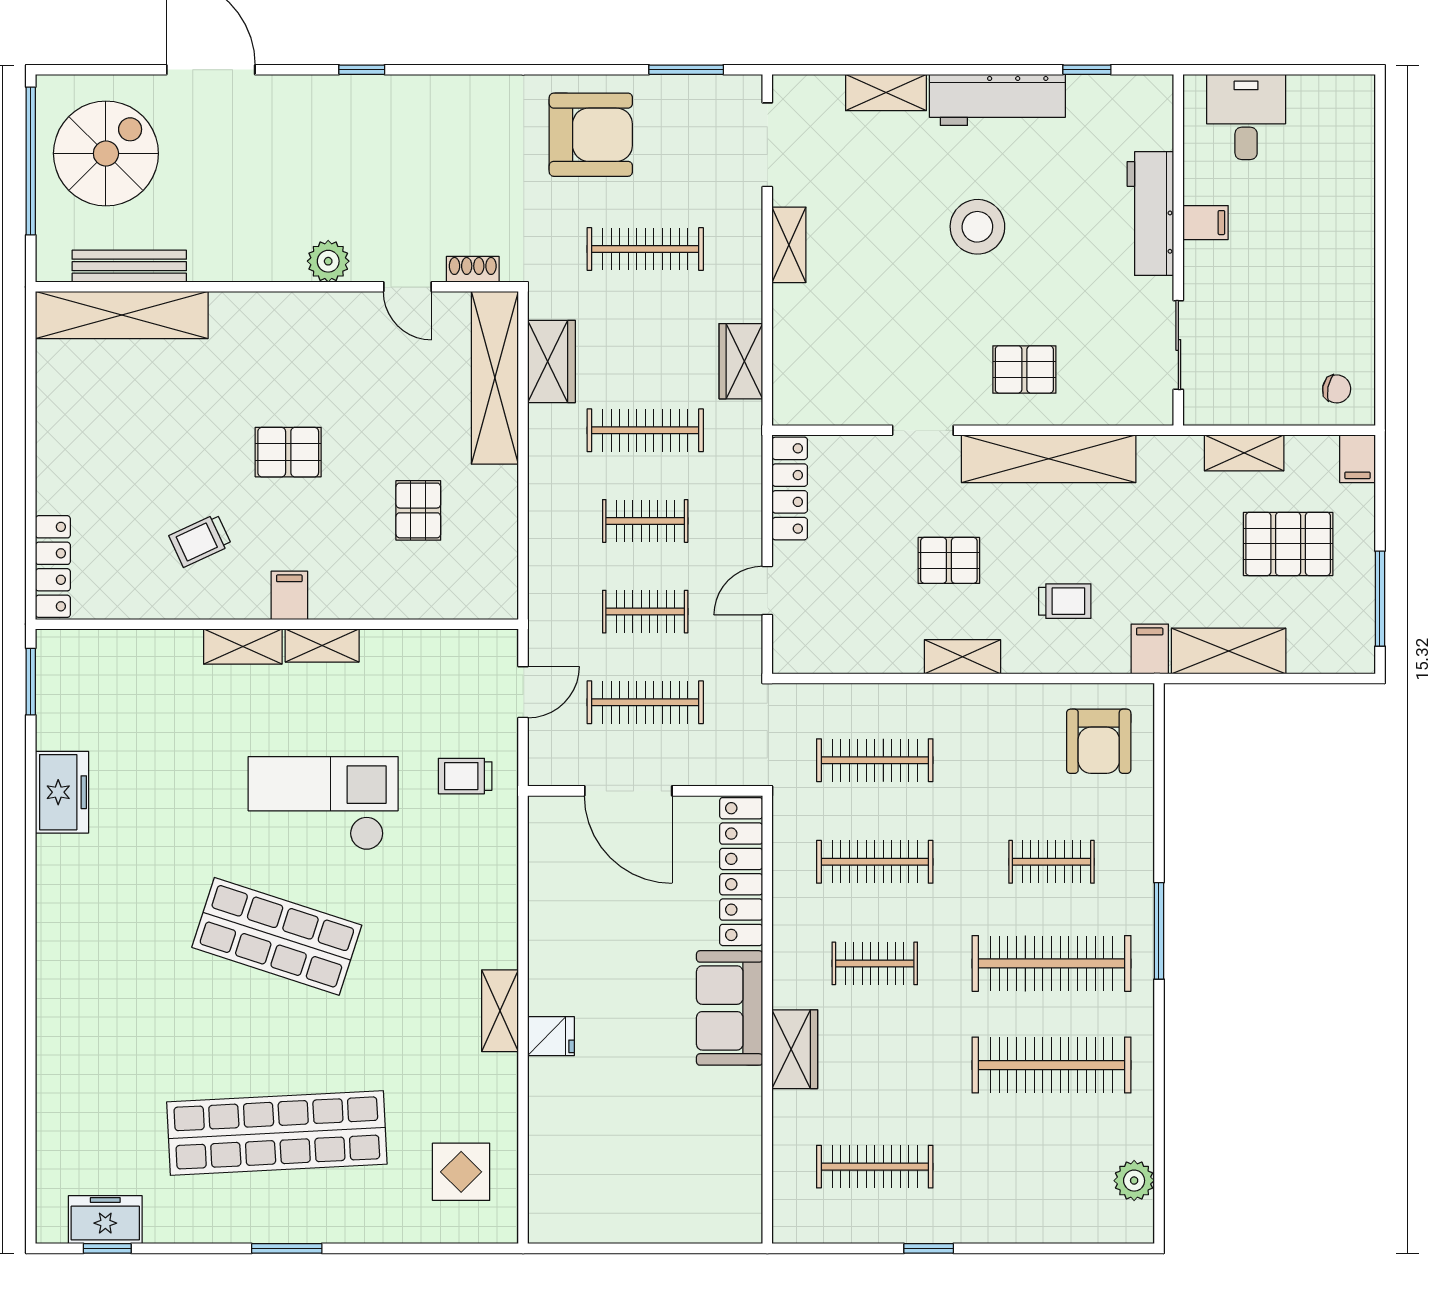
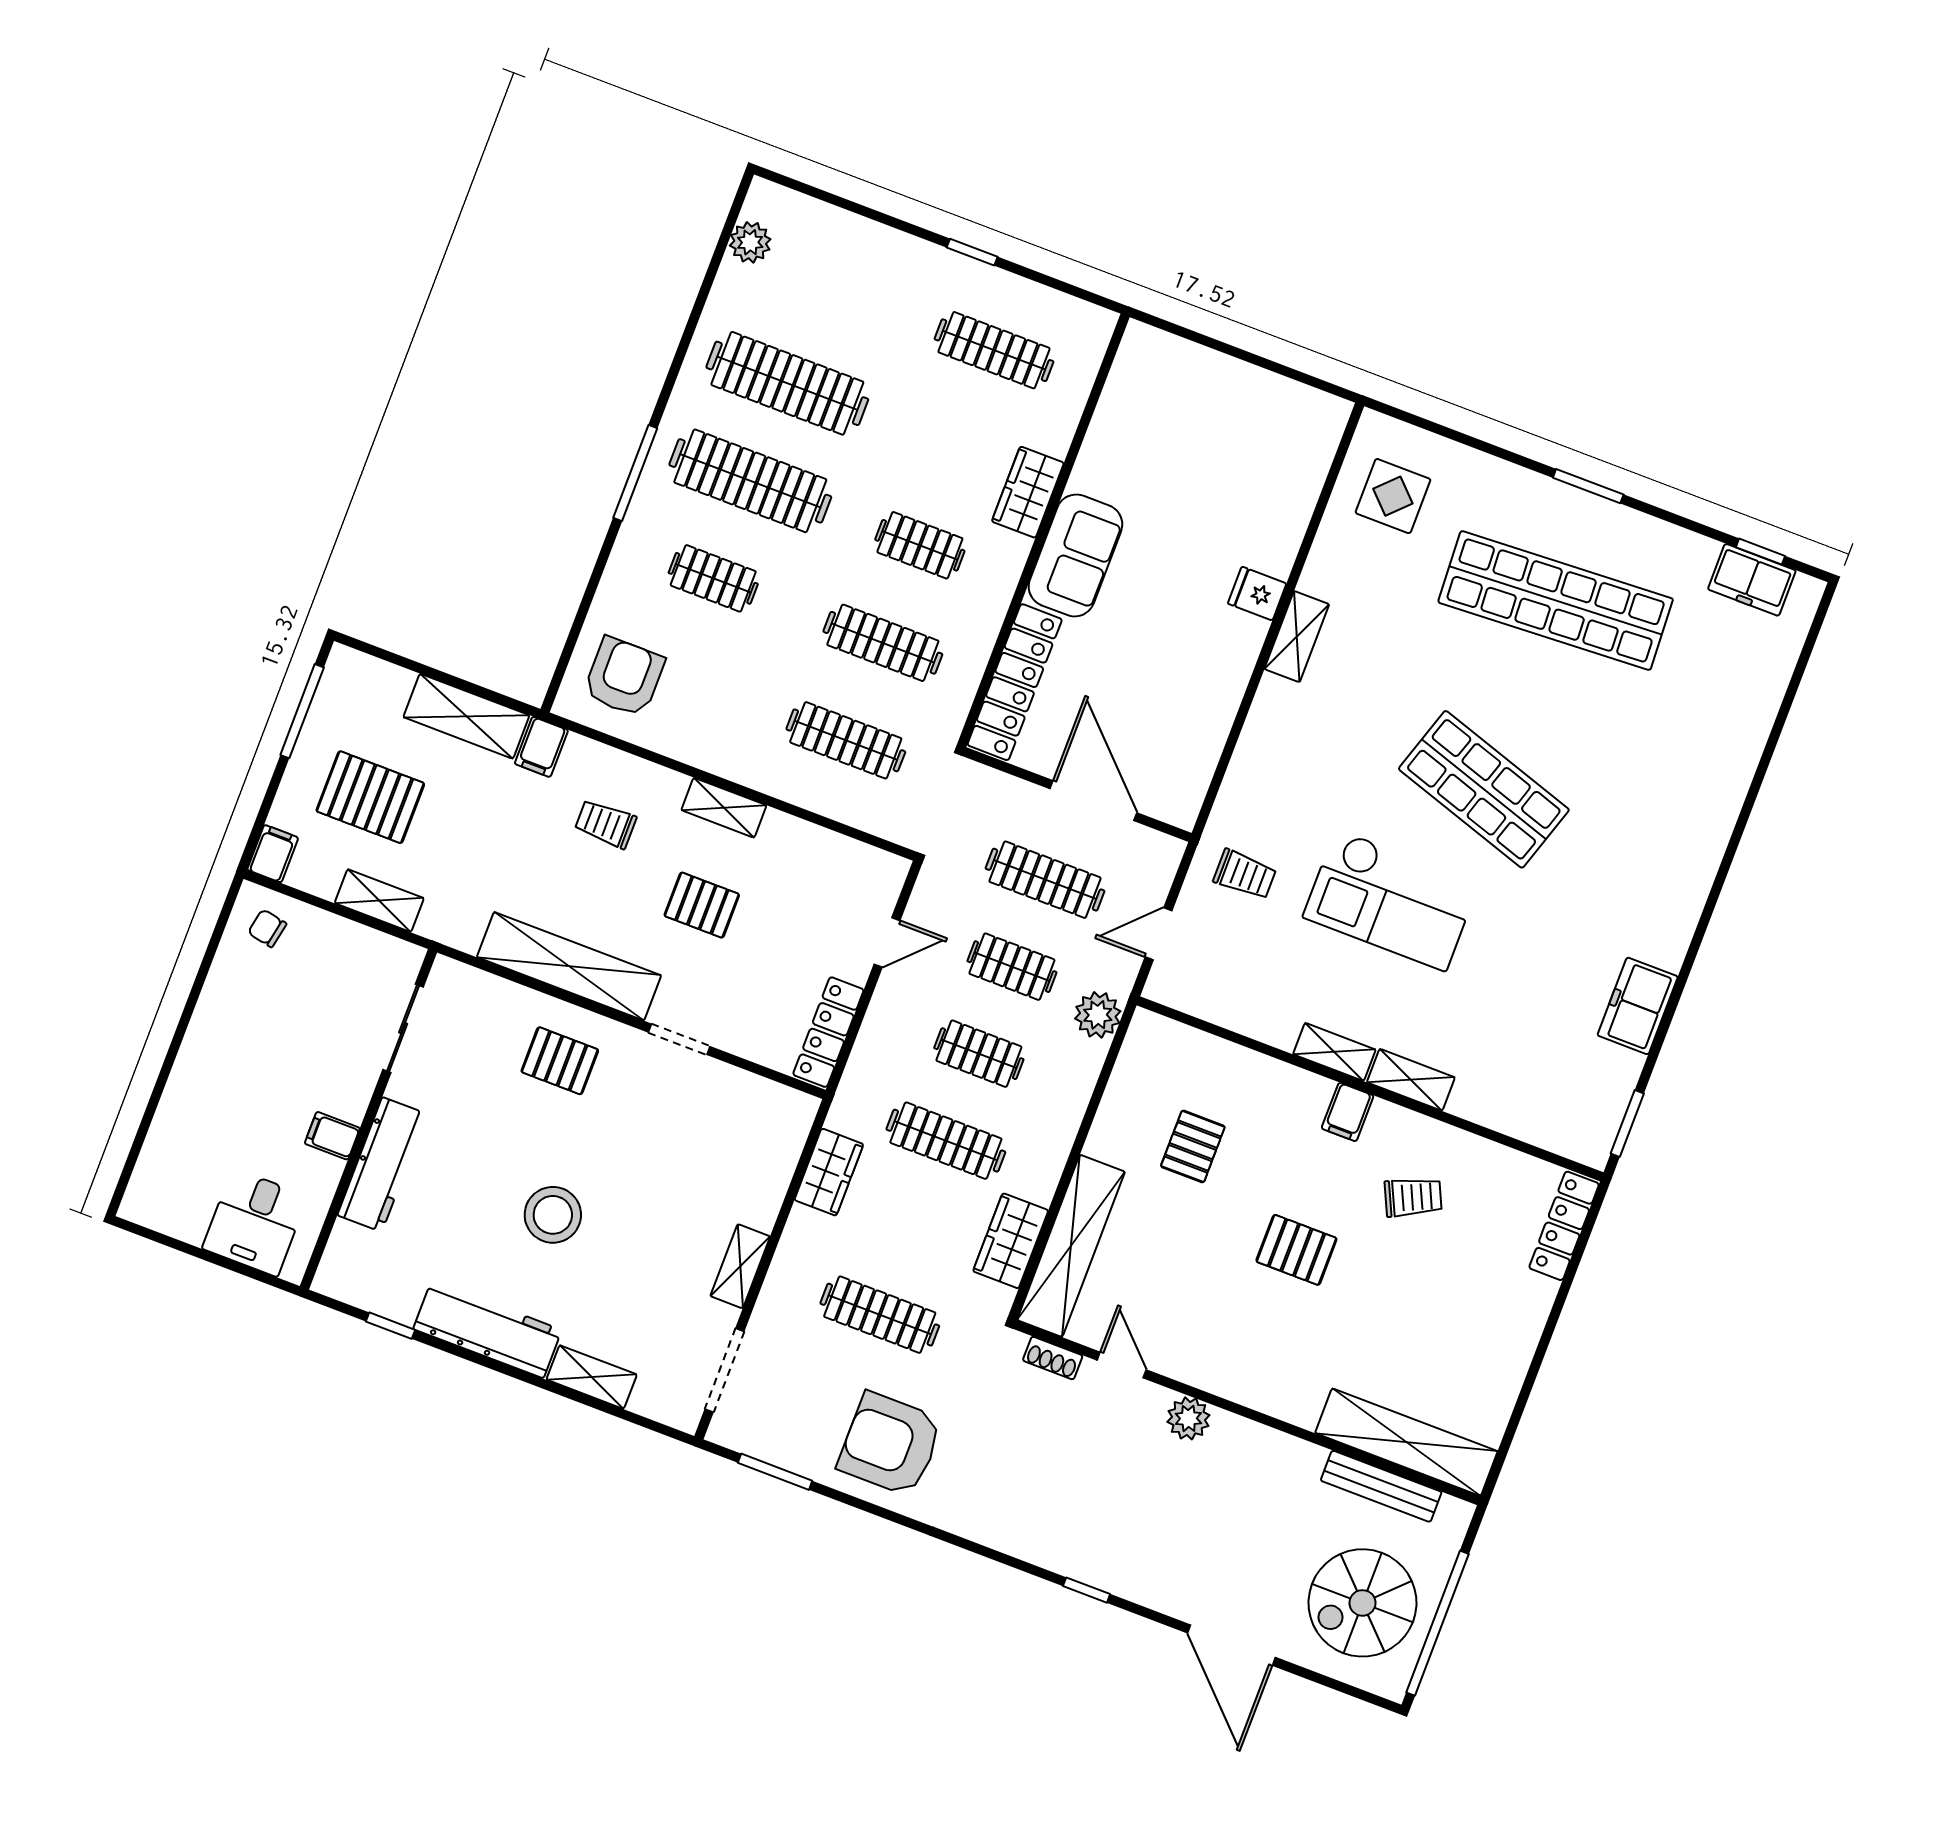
plant: (550, 597) -> (1098, 1015), added

